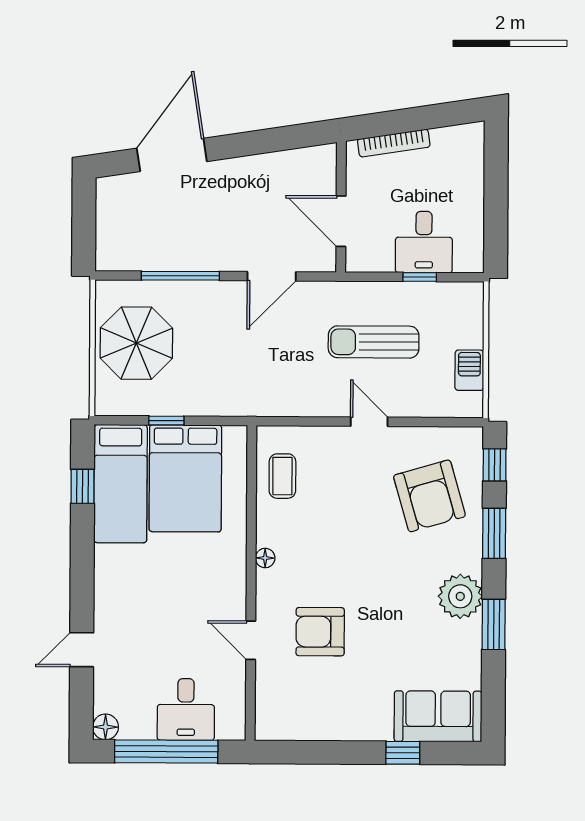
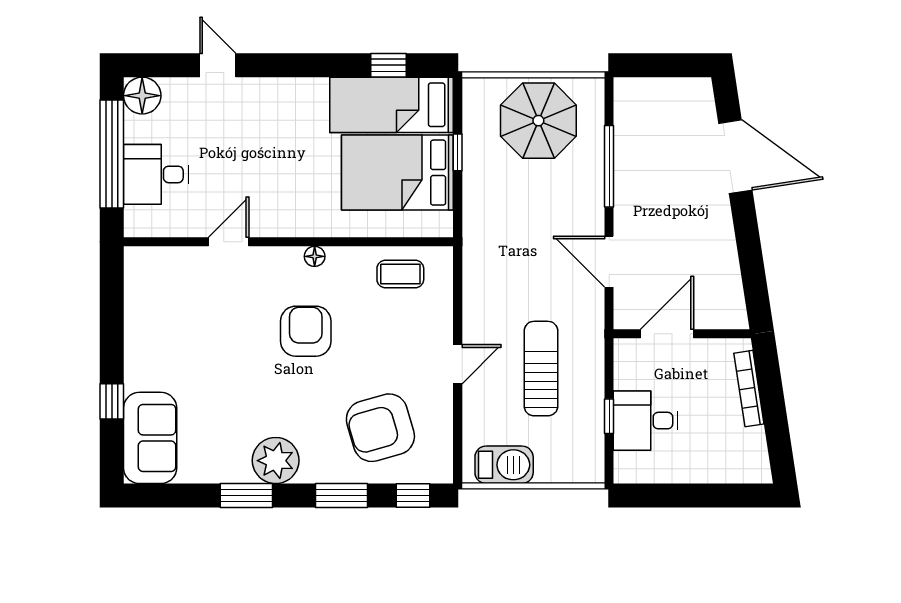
barbecue: (469, 370) -> (504, 465), width x1.38, depth x1.27
armchair: (320, 632) -> (306, 331), moved
floor lamp: (106, 727) -> (142, 96), width x1.38, depth x1.38

